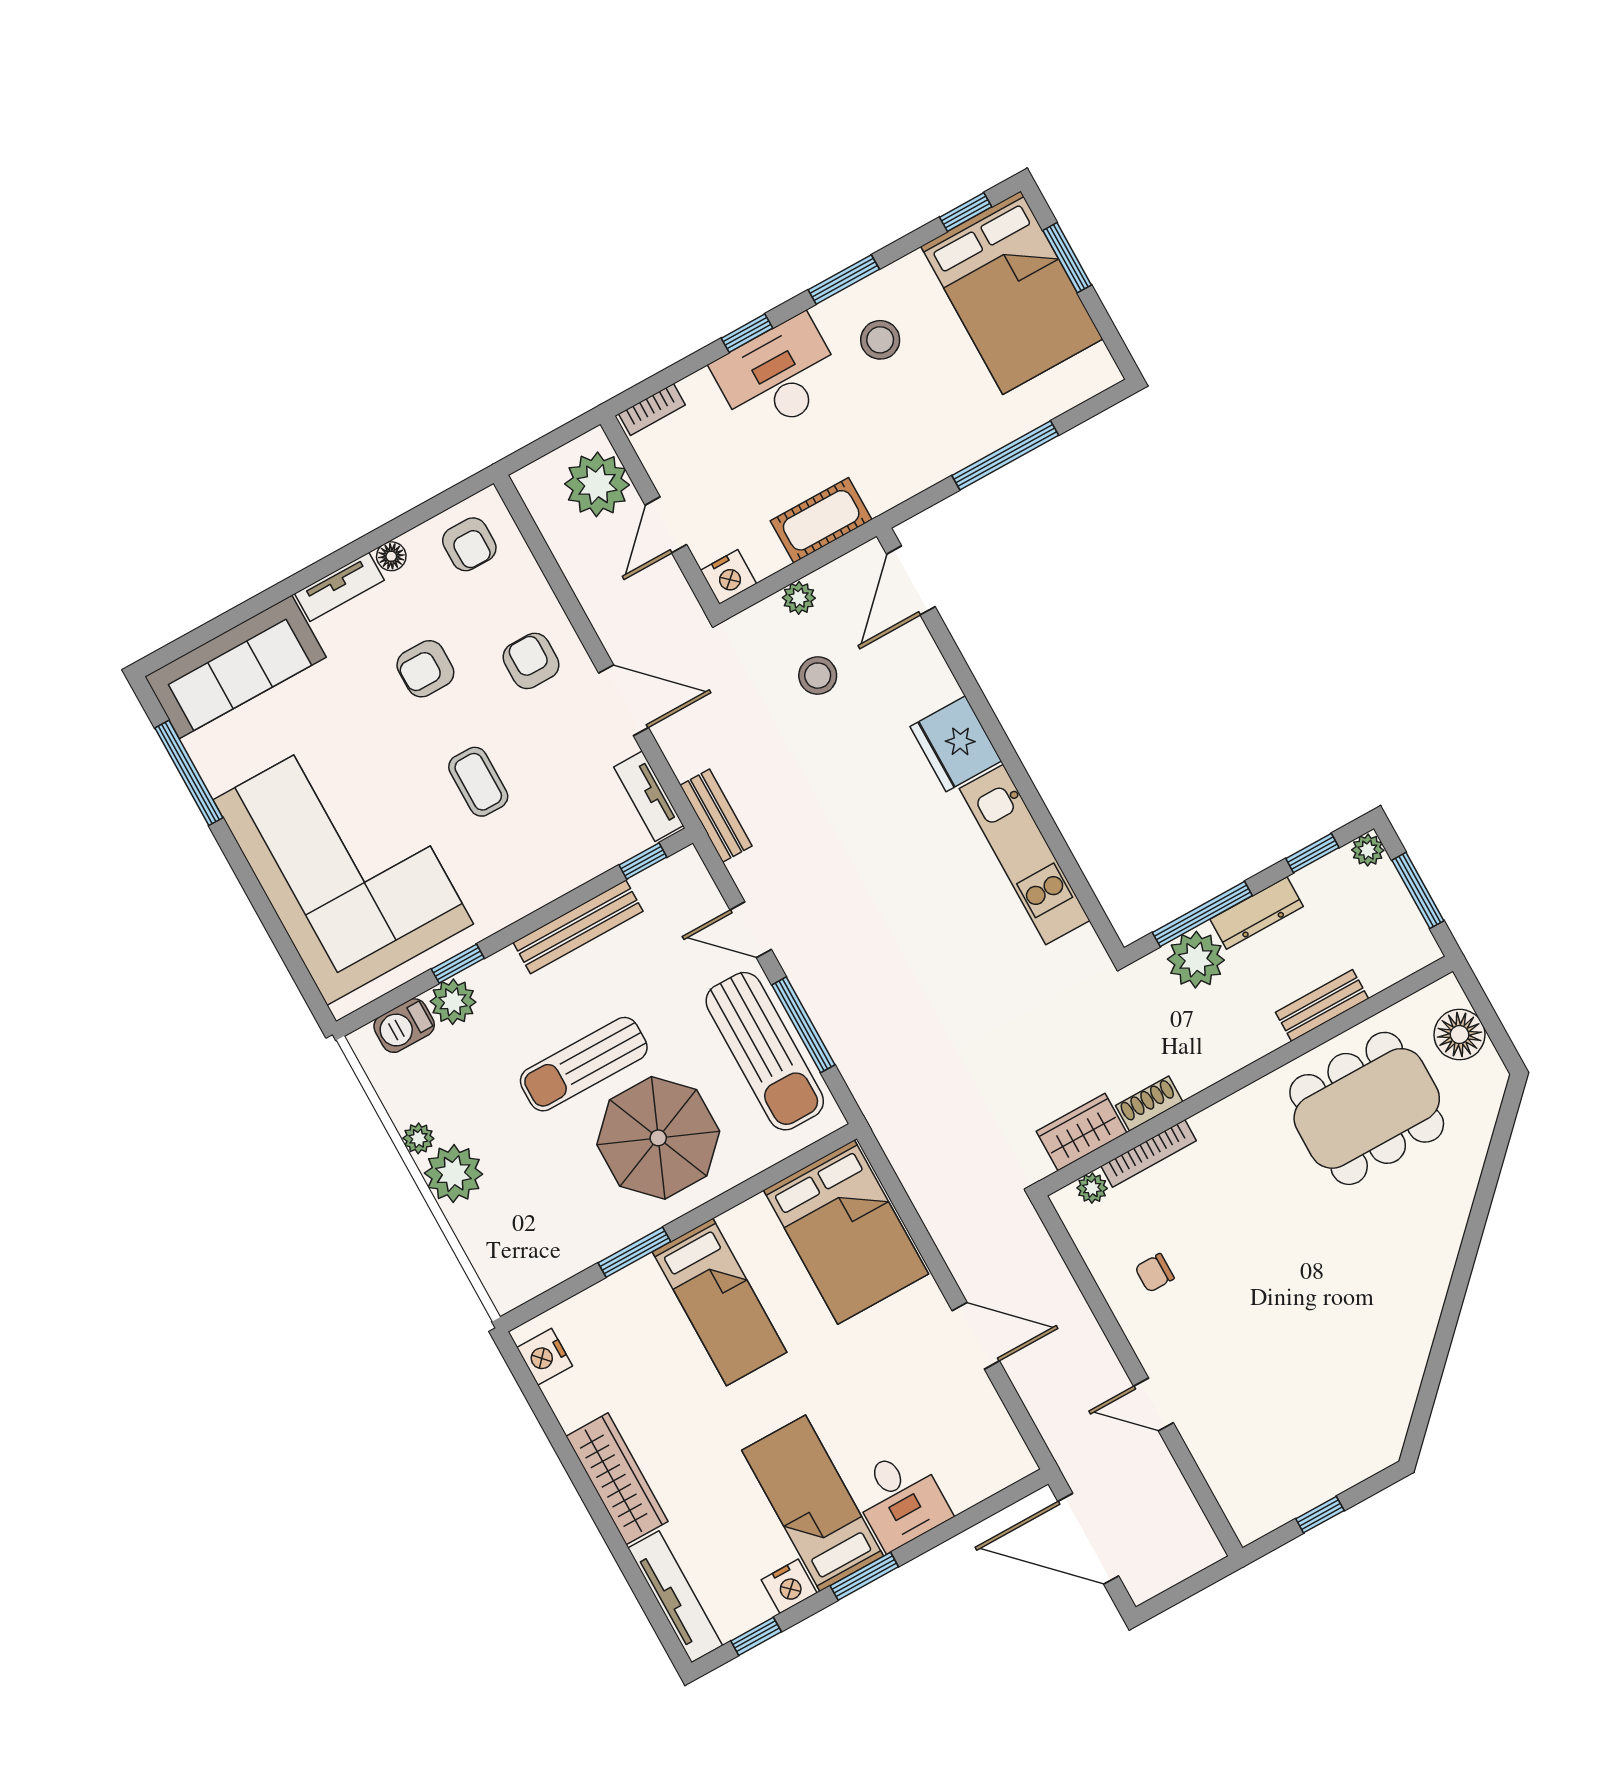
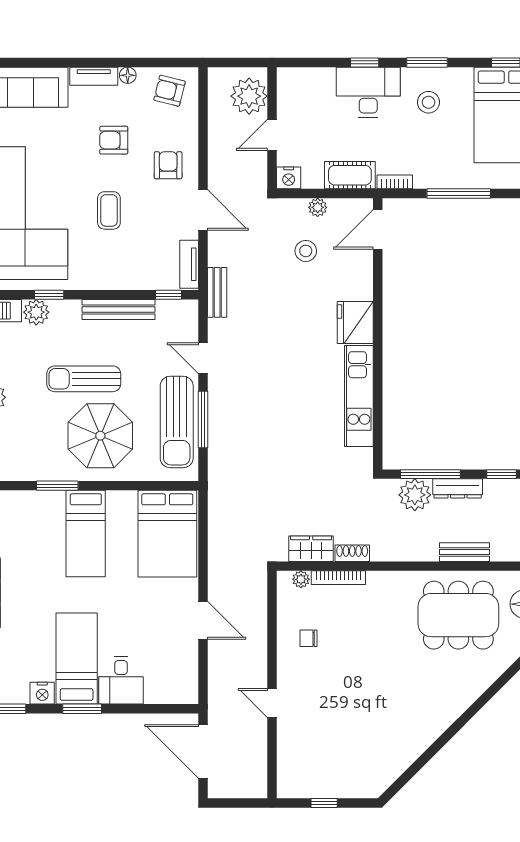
bookcase: (652, 409) -> (395, 182), moved, turned 180
armchair: (469, 544) -> (170, 91), turned 104

